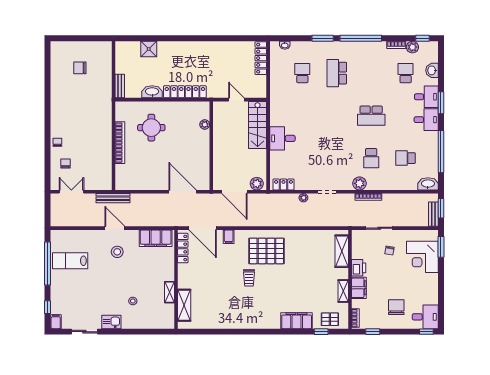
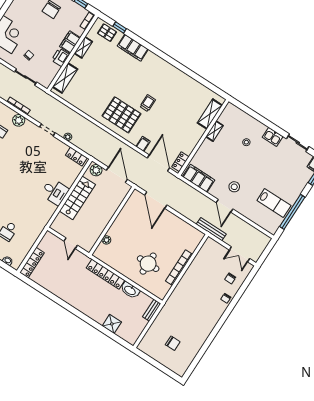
stairs: (258, 125) -> (77, 198), moved
locker: (183, 248) -> (180, 162), width x0.66

